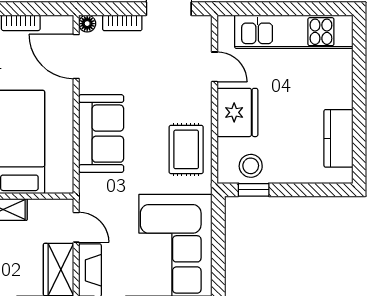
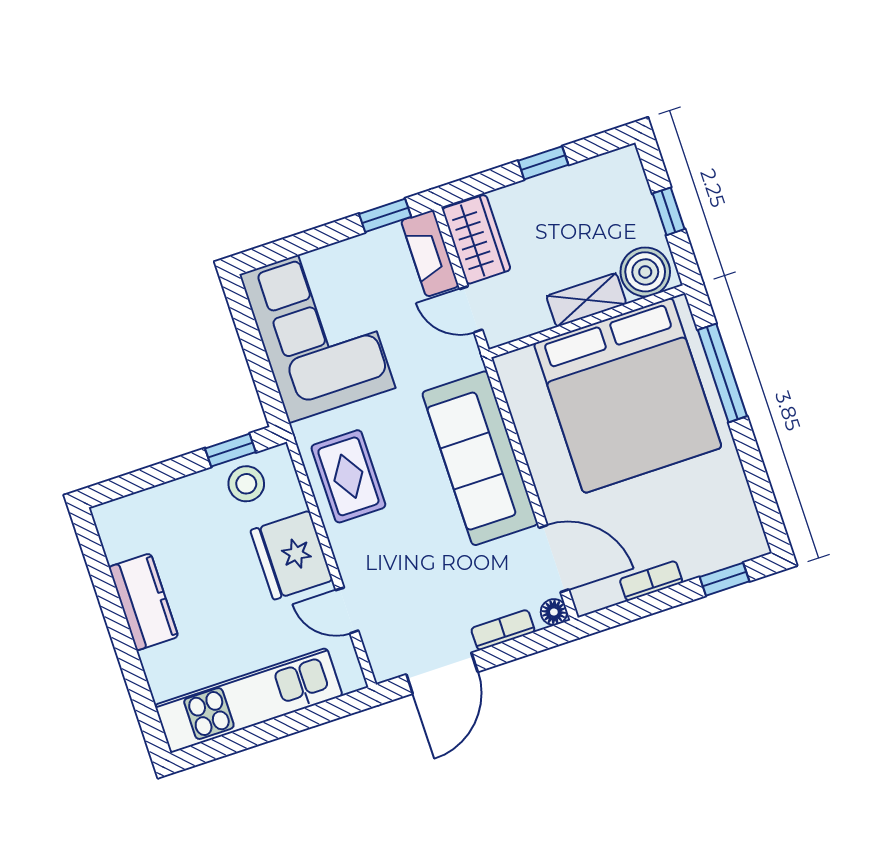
sofa: (101, 134) -> (480, 458), width x1.36
kitchen counter: (338, 138) -> (143, 602), moved

